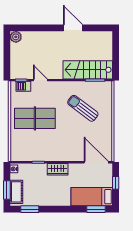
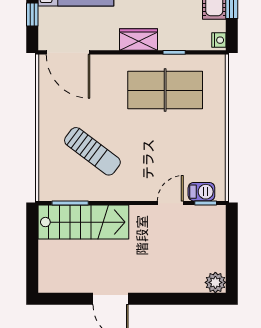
door: (40, 80) -> (170, 203), swing flipped
table tennis table: (35, 118) -> (165, 90), moved

